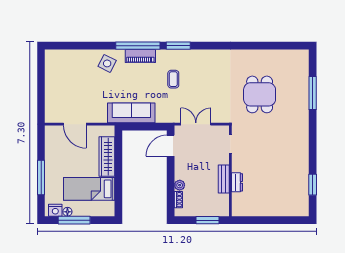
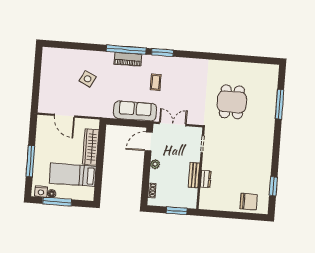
side table: (107, 63) -> (88, 79), moved
sofa: (131, 113) -> (135, 111), moved
plant: (180, 185) -> (155, 164), moved
chair: (287, 204) -> (249, 202), added

